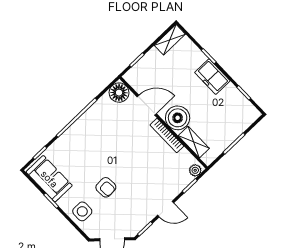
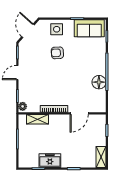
freezer: (212, 77) -> (50, 161), moved
floor lamp: (119, 93) -> (99, 82), moved
boiler: (178, 118) -> (58, 123), removed

